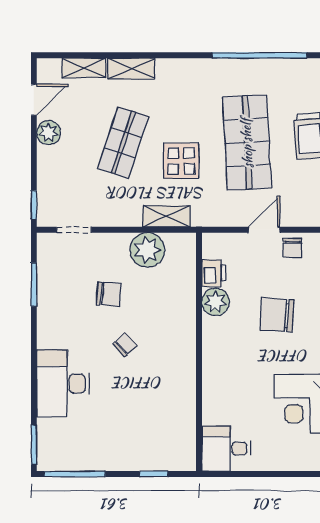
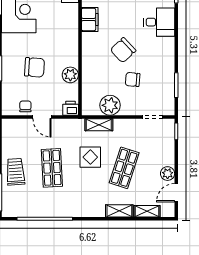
shop shelf: (247, 143) -> (52, 168), width x0.70, depth x0.74
door: (264, 230) -> (42, 117), hinge flipped
printer: (214, 273) -> (71, 108), moved, turned 90
chair: (125, 344) -> (123, 50), width x1.87, depth x1.87
desk: (63, 383) -> (159, 22), width x0.73
filing cabinet: (182, 397) -> (90, 19), added

